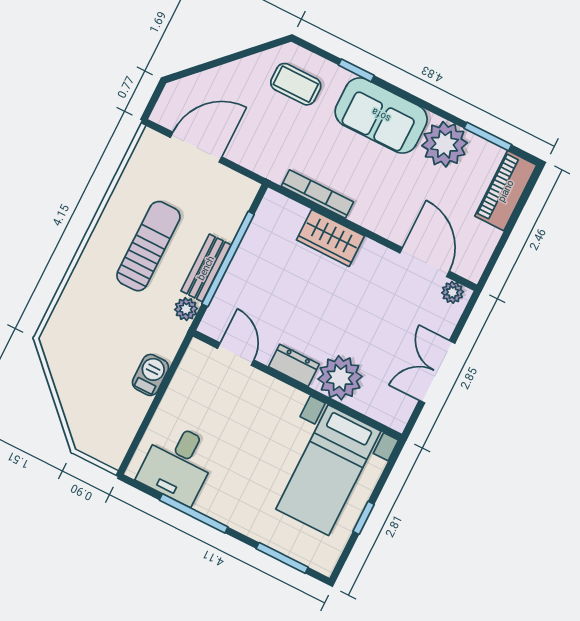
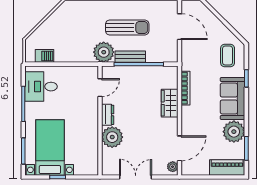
plant: (186, 309) -> (104, 52), width x1.88, depth x1.88
barbecue: (150, 375) -> (44, 56), moved
bed with nightstands: (328, 470) -> (50, 148), moved, turned 90

